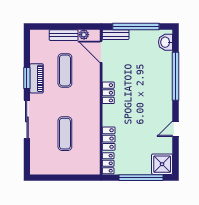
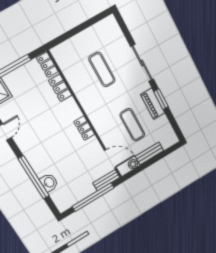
washbasin: (165, 42) -> (49, 182), moved

